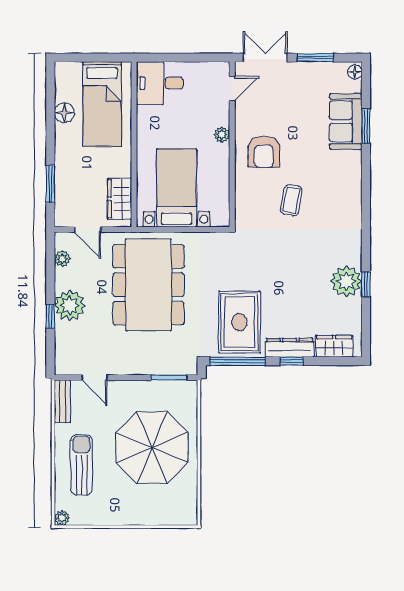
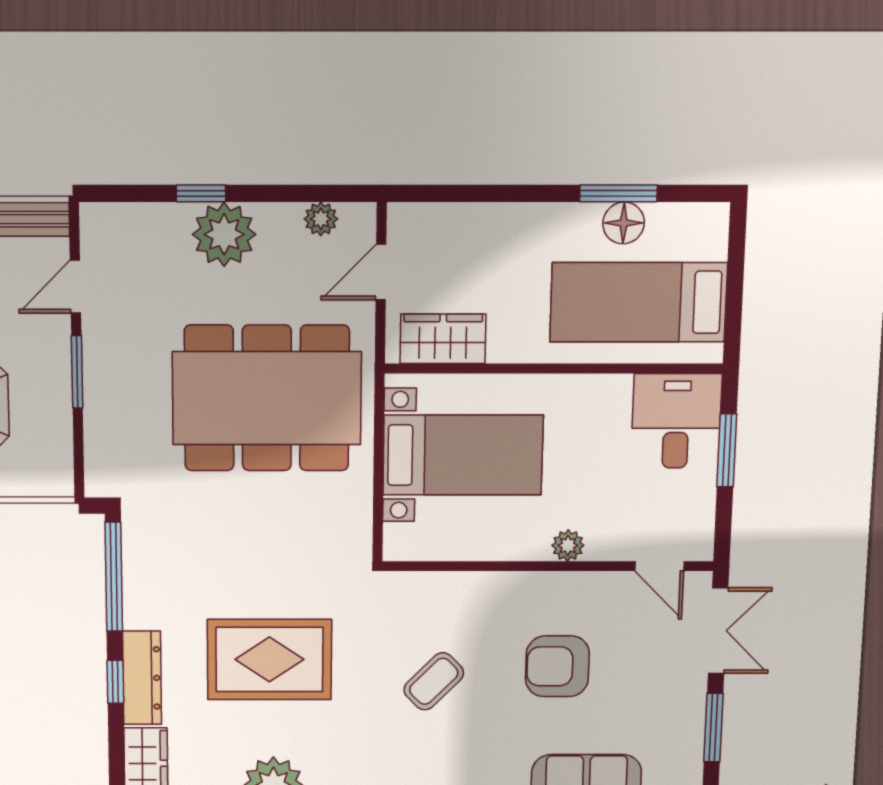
window: (174, 58) -> (727, 450), added
armchair: (264, 152) -> (557, 666), moved
window: (50, 184) -> (618, 193), moved
coffee table: (291, 200) -> (434, 681), turned -56
rug: (239, 322) -> (269, 659), moved
window: (169, 378) -> (77, 372), moved

